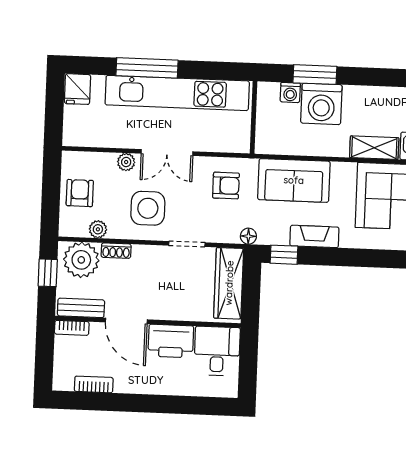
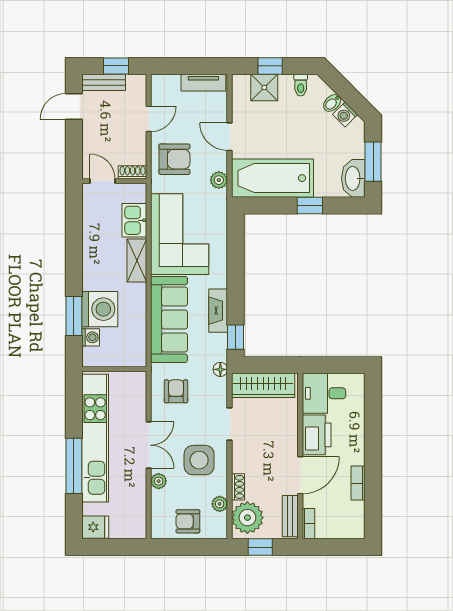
sofa: (294, 180) -> (169, 319), width x1.36
bookcase: (94, 384) -> (358, 483), moved

